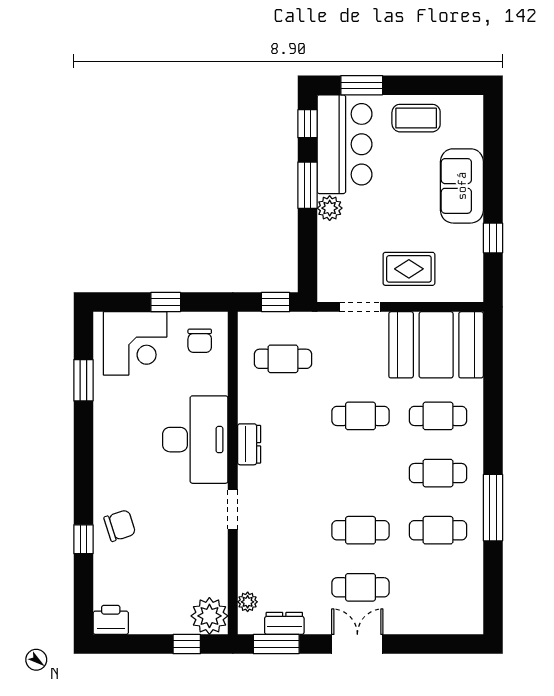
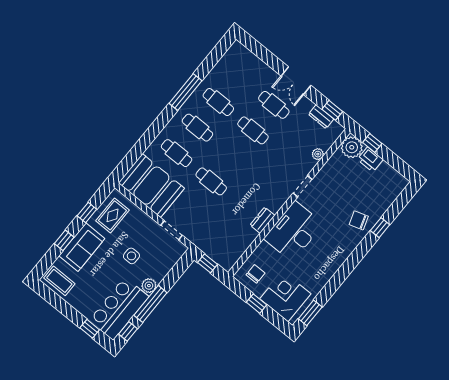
window: (362, 85) -> (90, 329), width x0.67
coffee table: (416, 118) -> (59, 281), moved
window: (493, 176) -> (64, 240), added
window: (307, 185) -> (150, 304), width x1.44
side table: (386, 229) -> (131, 256), added
rug: (409, 269) -> (112, 215), moved, turned 90
cafe table: (283, 359) -> (225, 235), removed
window: (83, 380) -> (310, 313), moved
dresser: (249, 444) -> (262, 220), moved
plant: (248, 602) -> (318, 154), moved
printer: (111, 620) -> (370, 159), moved
window: (276, 644) -> (332, 110), width x0.67

